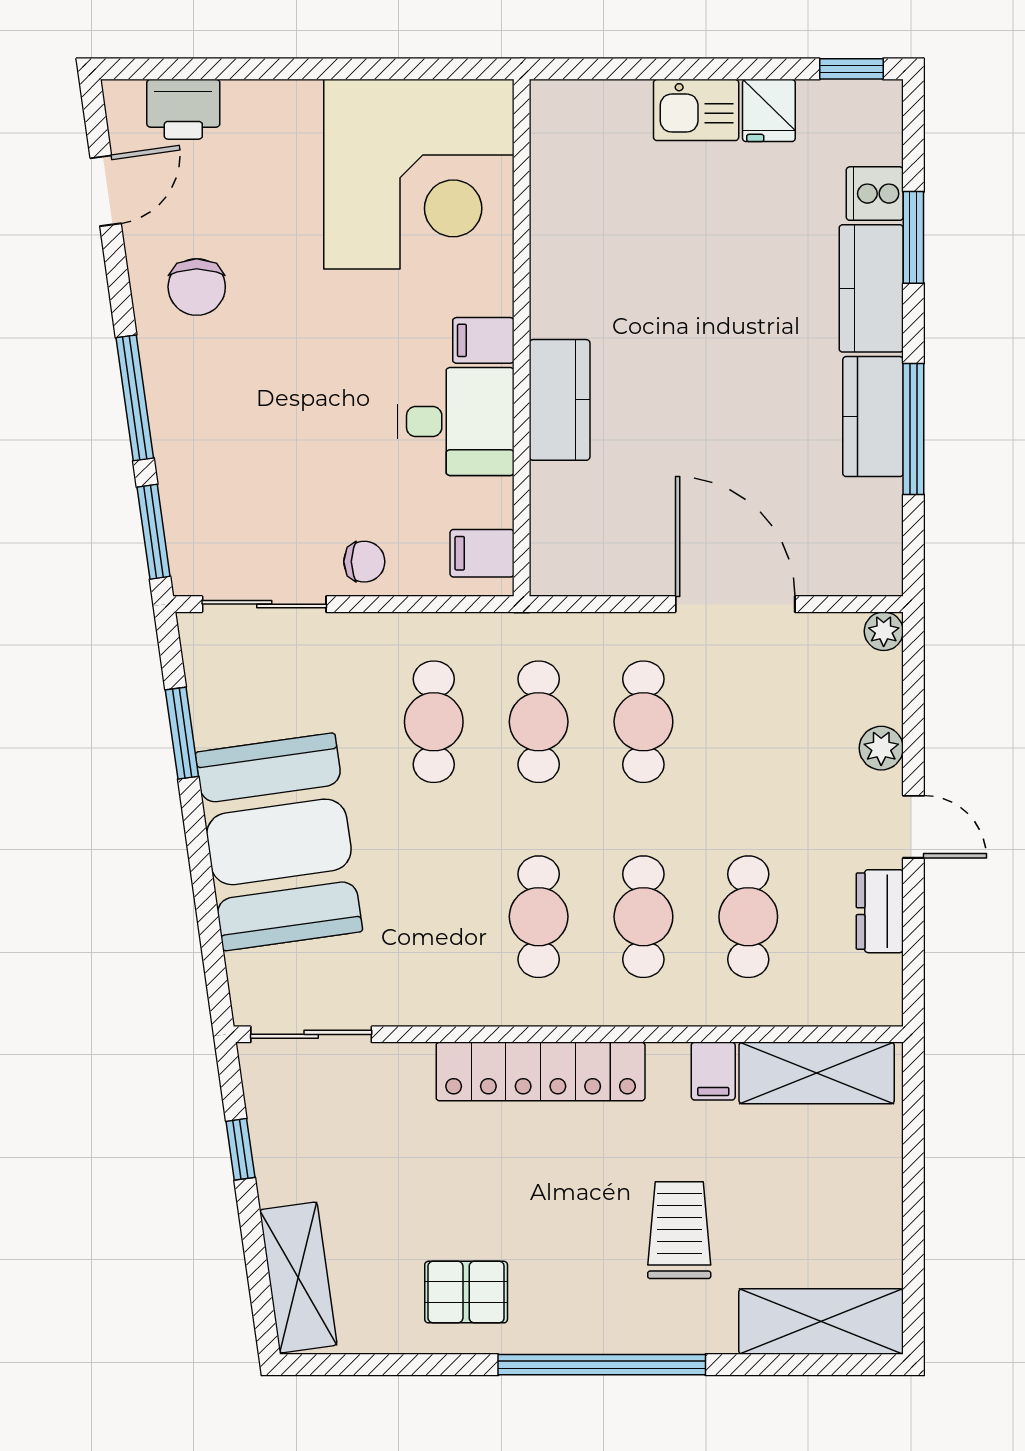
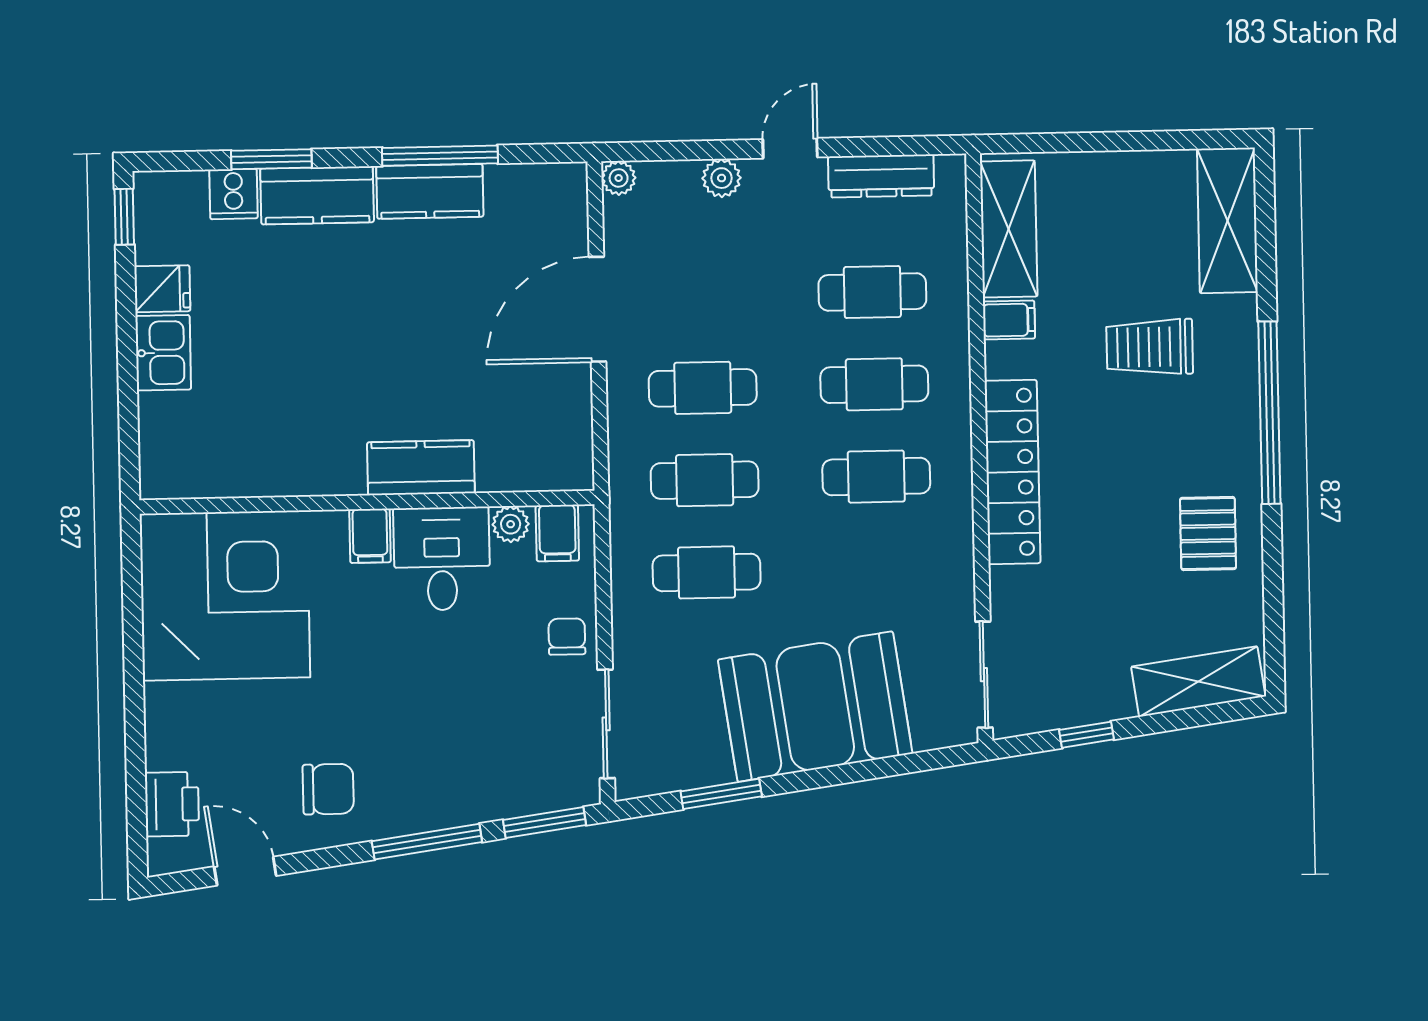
plant: (493, 500) -> (511, 524), added
dresser: (880, 911) -> (881, 176), width x1.44

